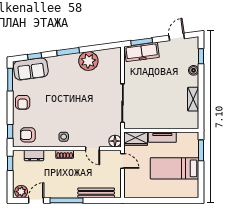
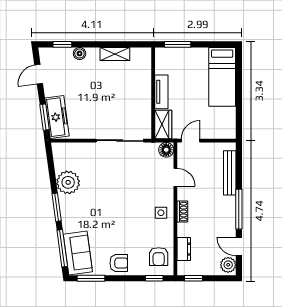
door: (177, 37) -> (39, 74), hinge flipped
window: (35, 56) -> (62, 248), width x2.17
door: (93, 149) -> (175, 177), hinge flipped
bed: (174, 168) -> (222, 77), moved

